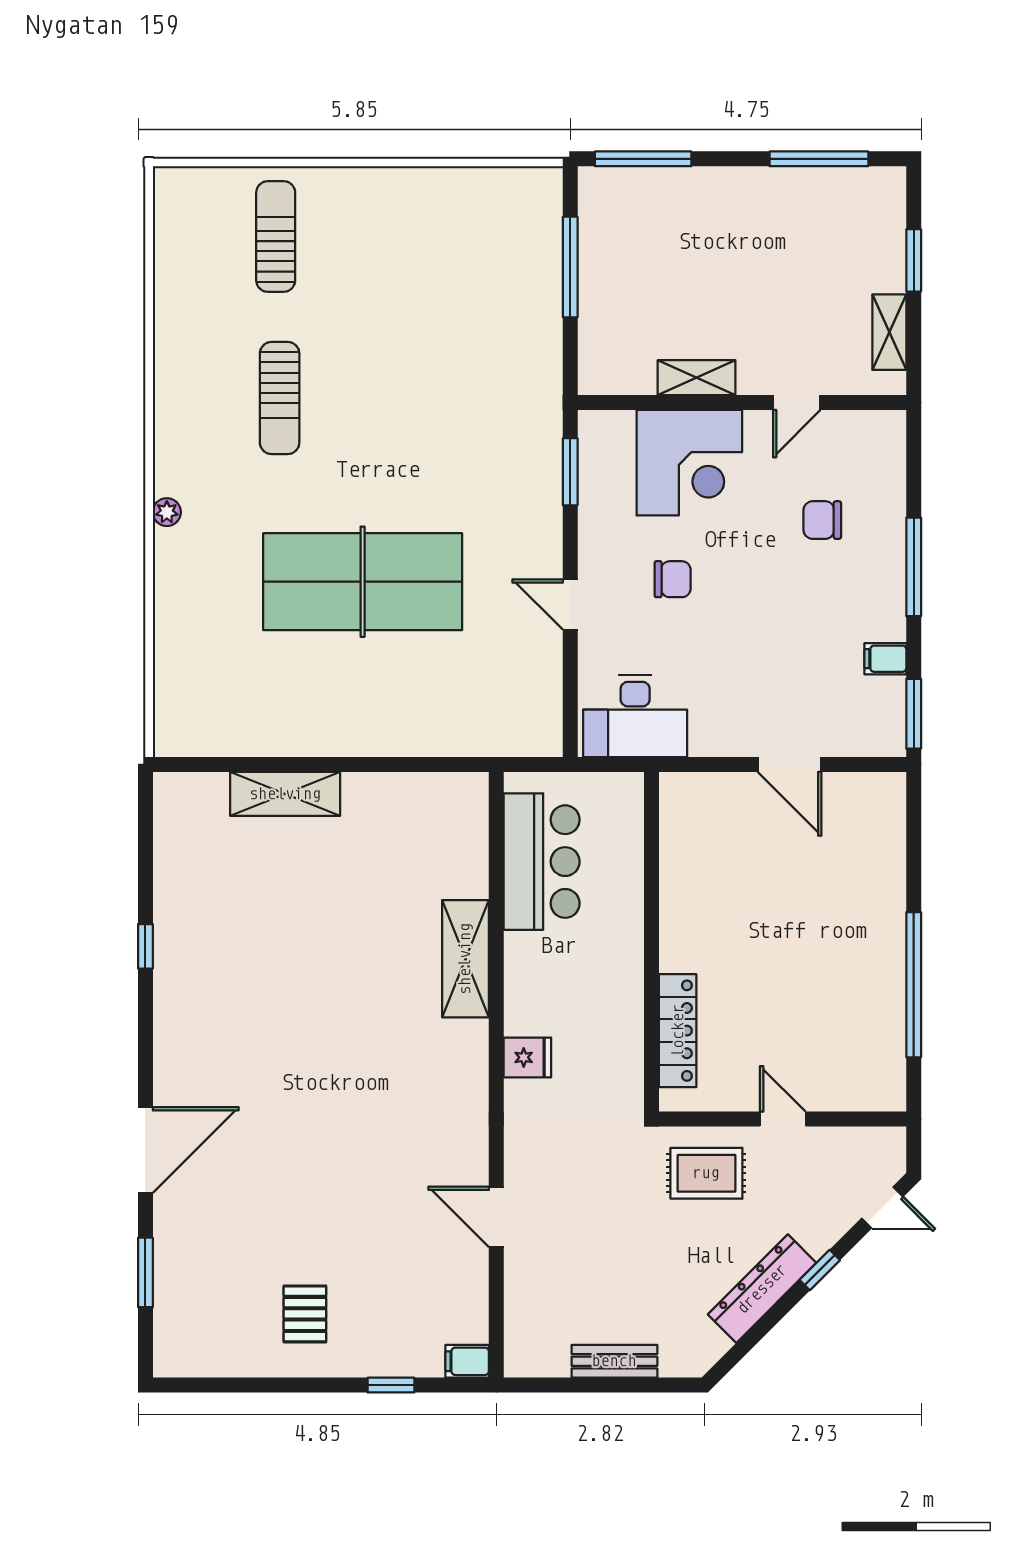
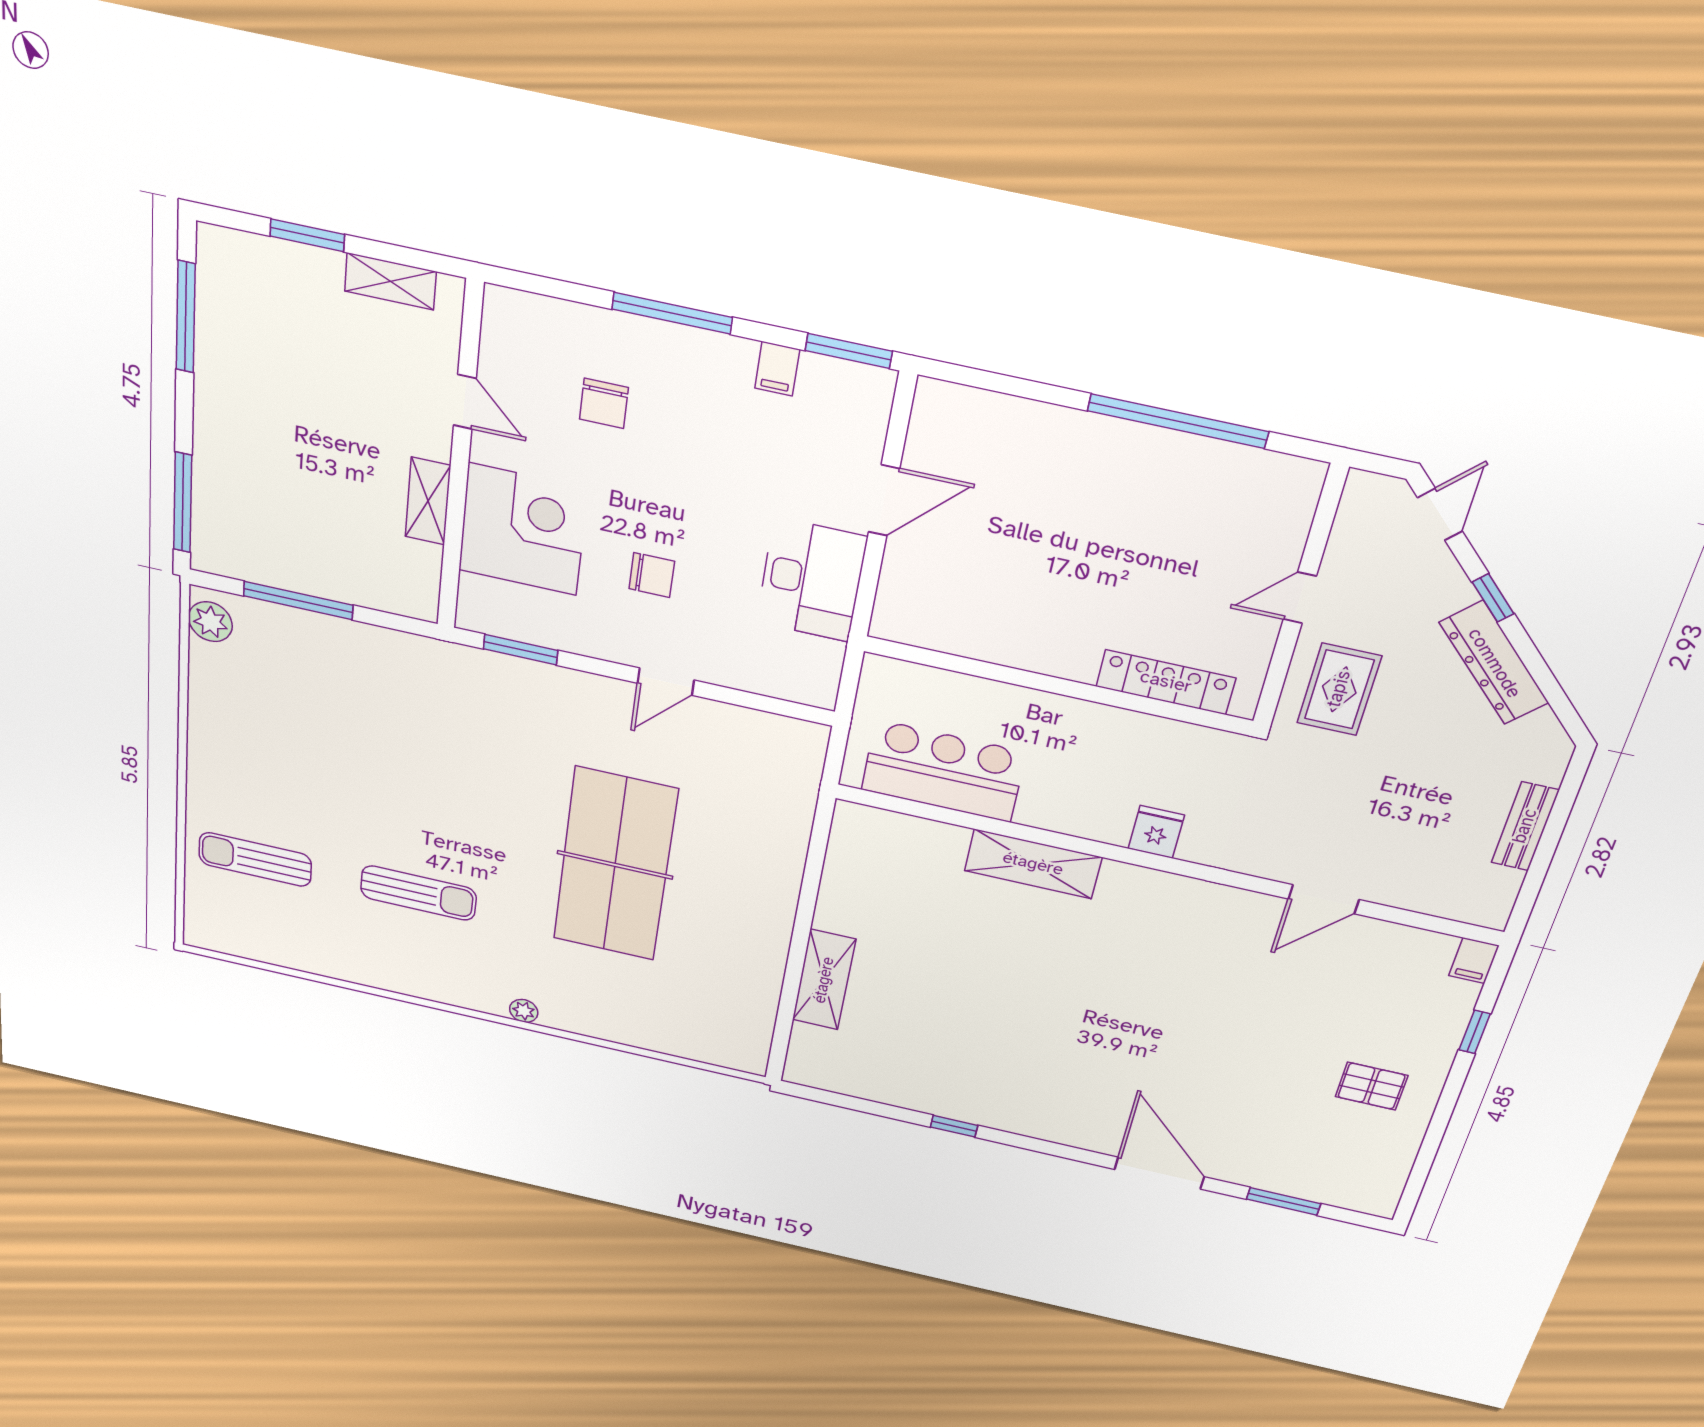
plant: (528, 187) -> (210, 622), added
chair: (673, 579) -> (652, 575), turned 90
desk: (635, 716) -> (811, 580), moved

